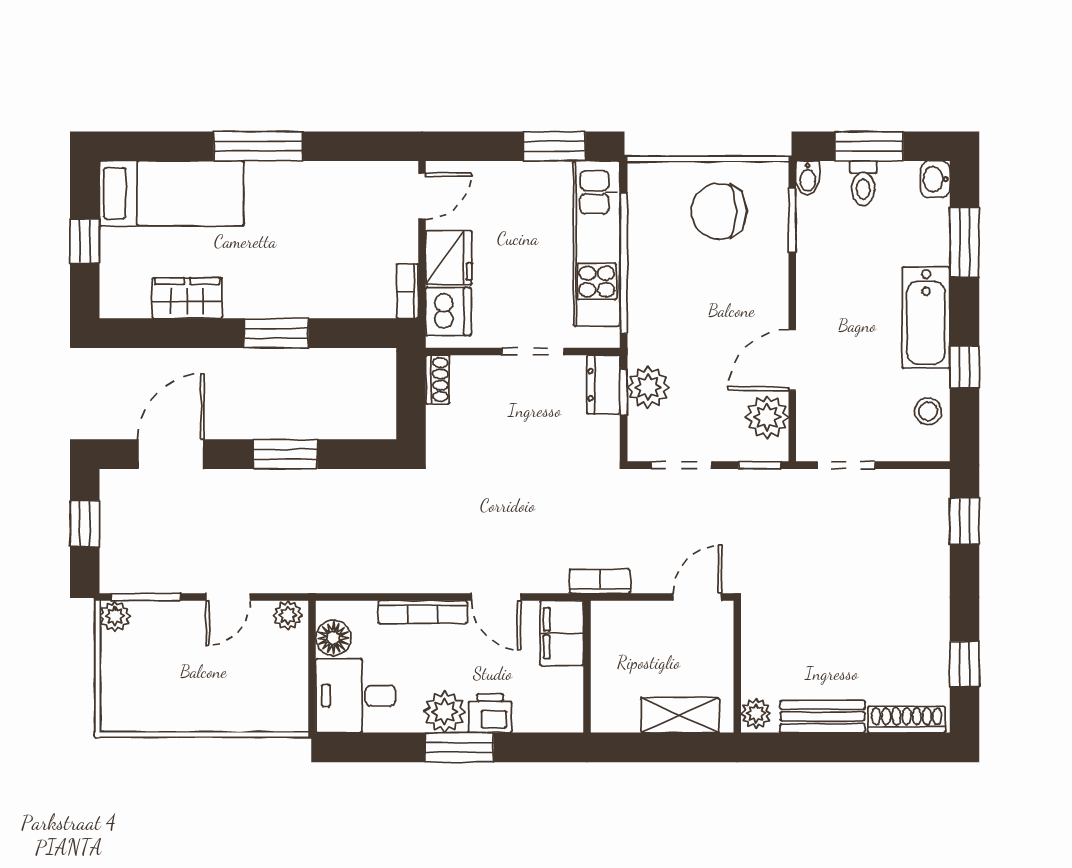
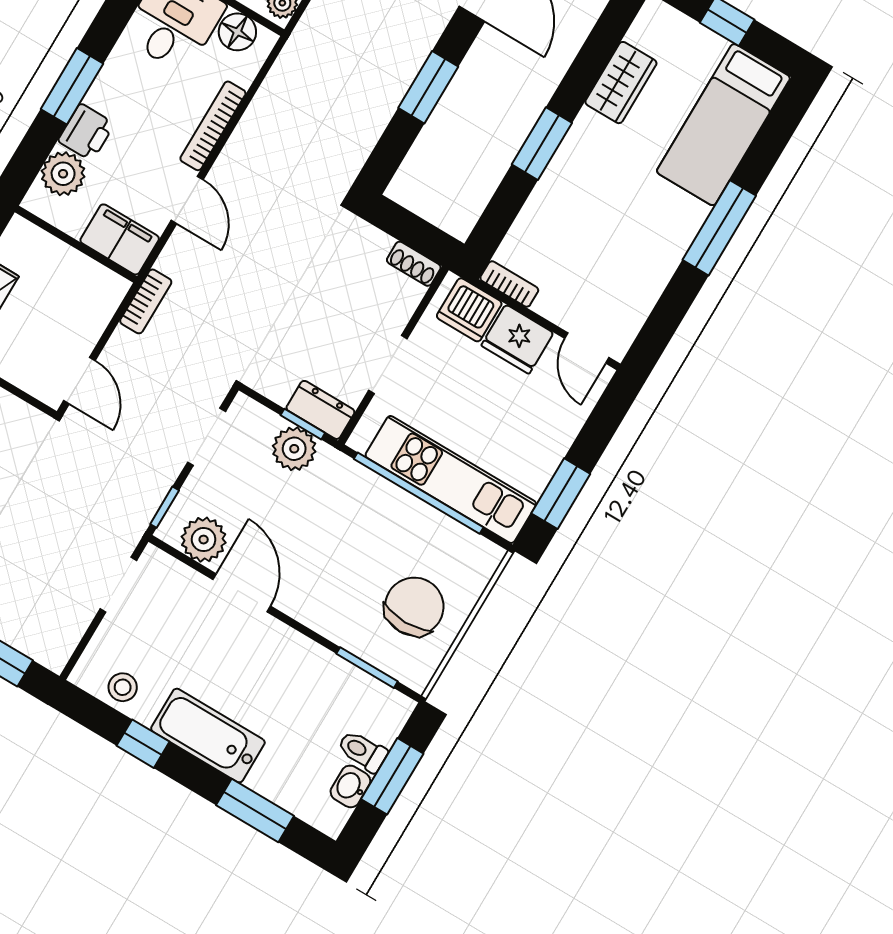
bidet: (808, 178) -> (397, 704), removed
washbasin: (935, 179) -> (350, 786), moved, turned -90
door: (496, 597) -> (187, 200), swing flipped
plant: (445, 712) -> (63, 174), moved

